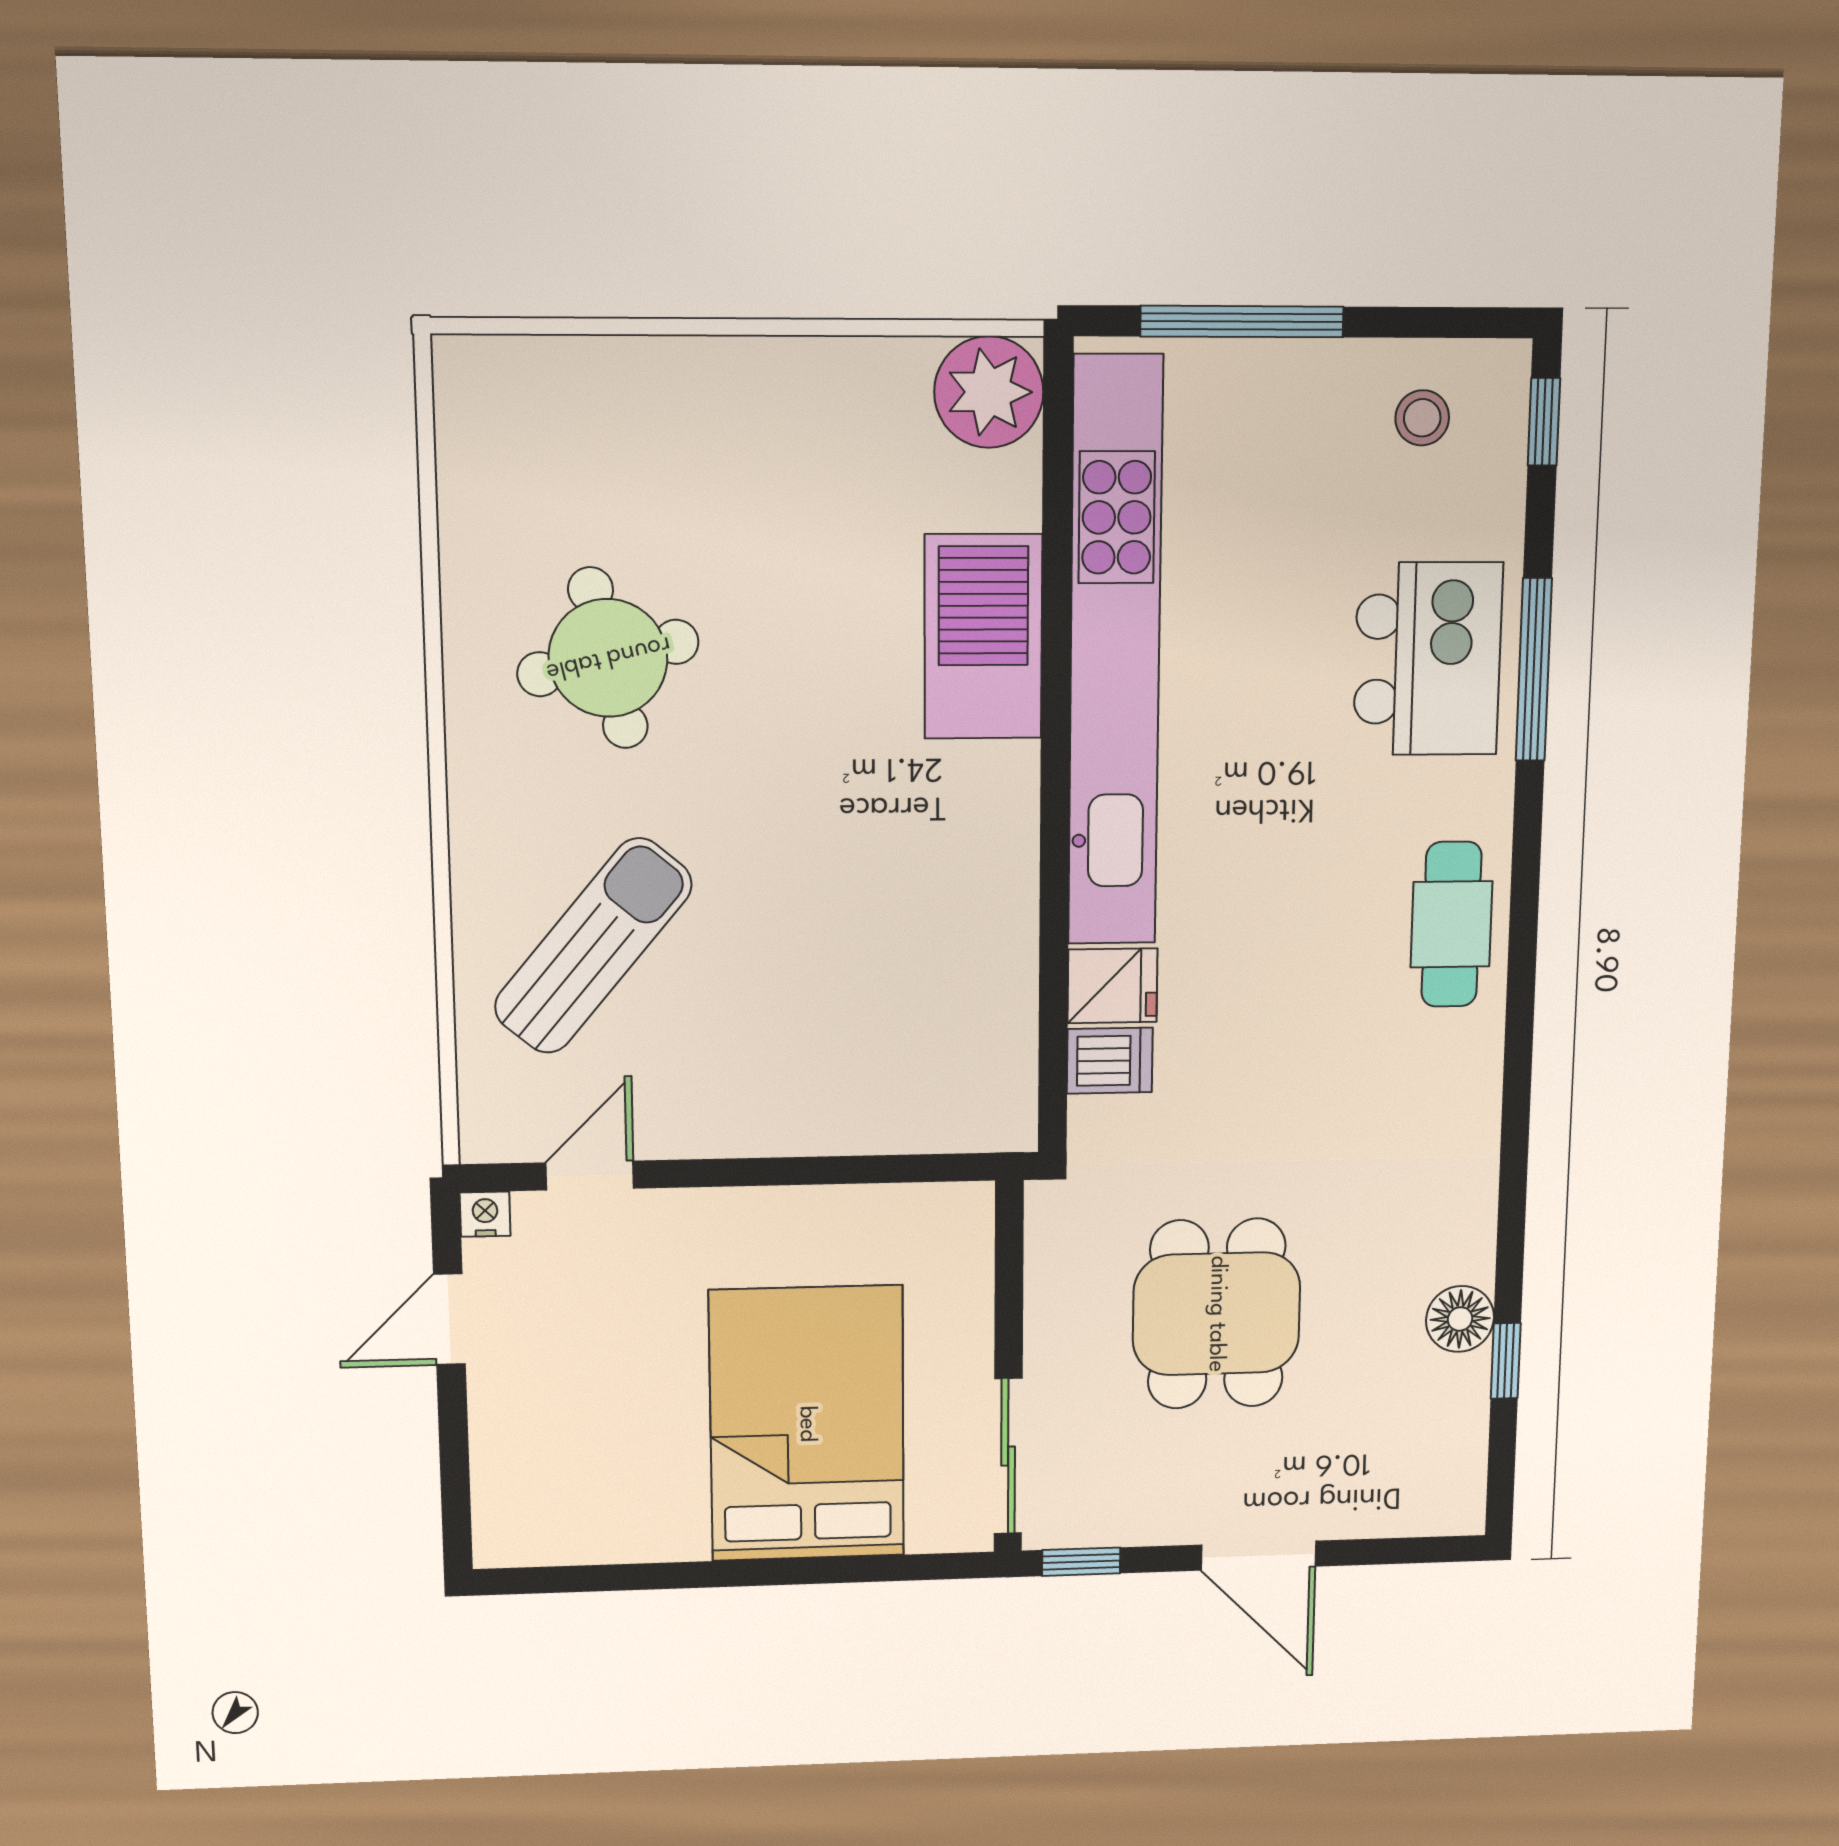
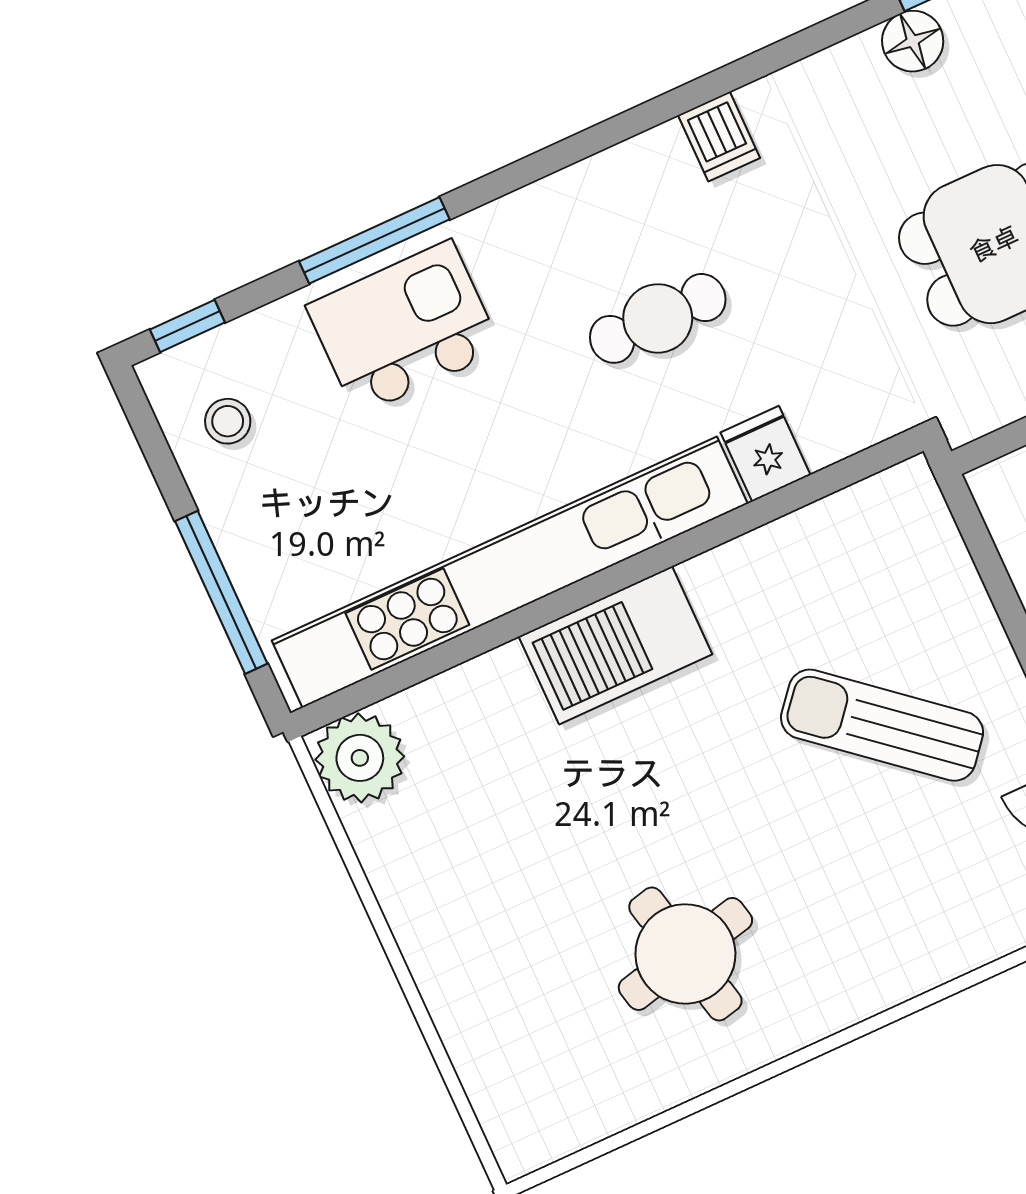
barbecue: (983, 637) -> (615, 645), moved
cafe table: (1451, 924) -> (658, 318), moved
sun lounger: (593, 946) -> (882, 725), moved
dishwasher: (1110, 1061) -> (719, 137), moved, turned 180

